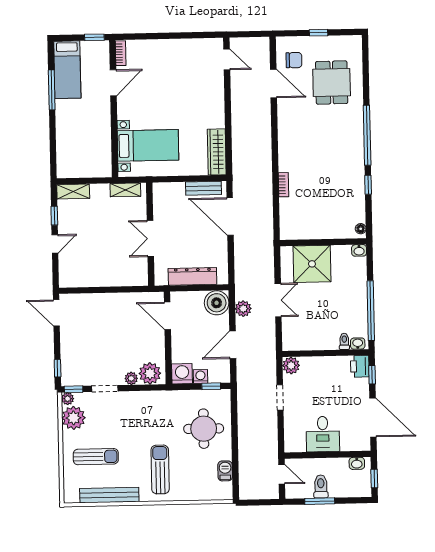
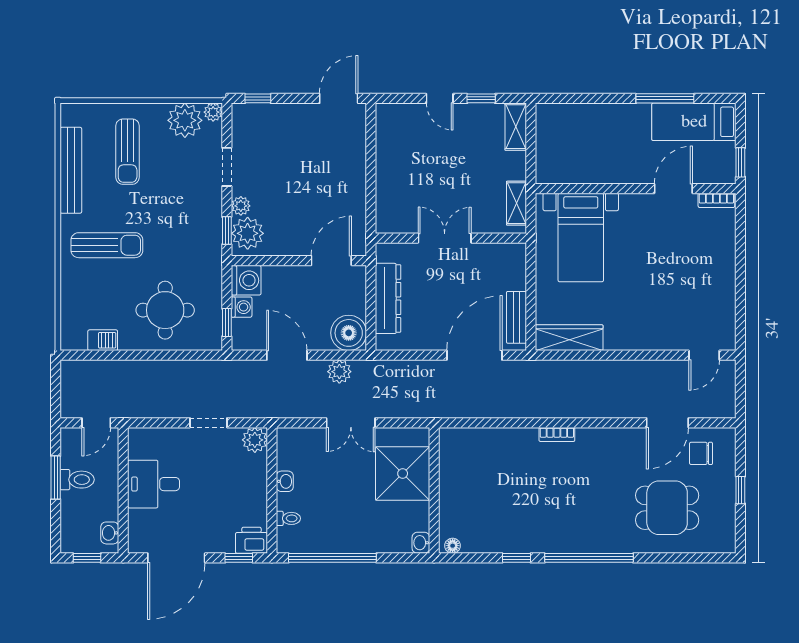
chair: (294, 60) -> (701, 453), turned 90
door: (113, 83) -> (673, 189), swing flipped
bookcase: (284, 185) -> (557, 434), moved
washbasin: (358, 344) -> (285, 481), moved
window: (74, 389) -> (227, 231), moved

